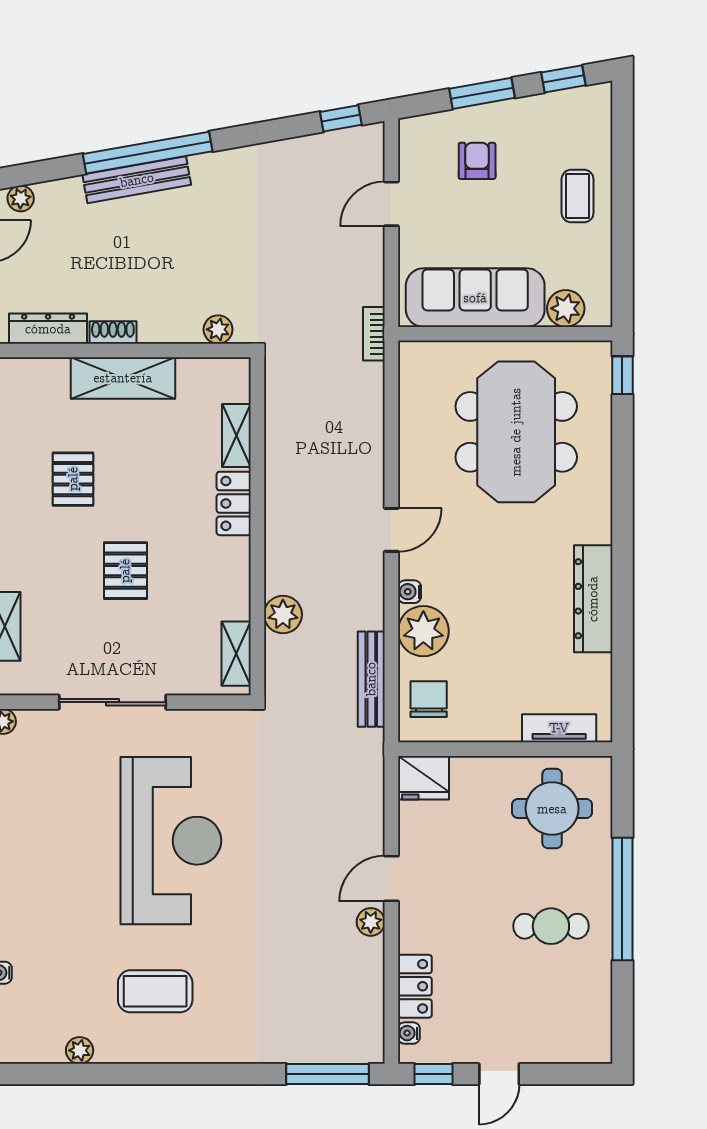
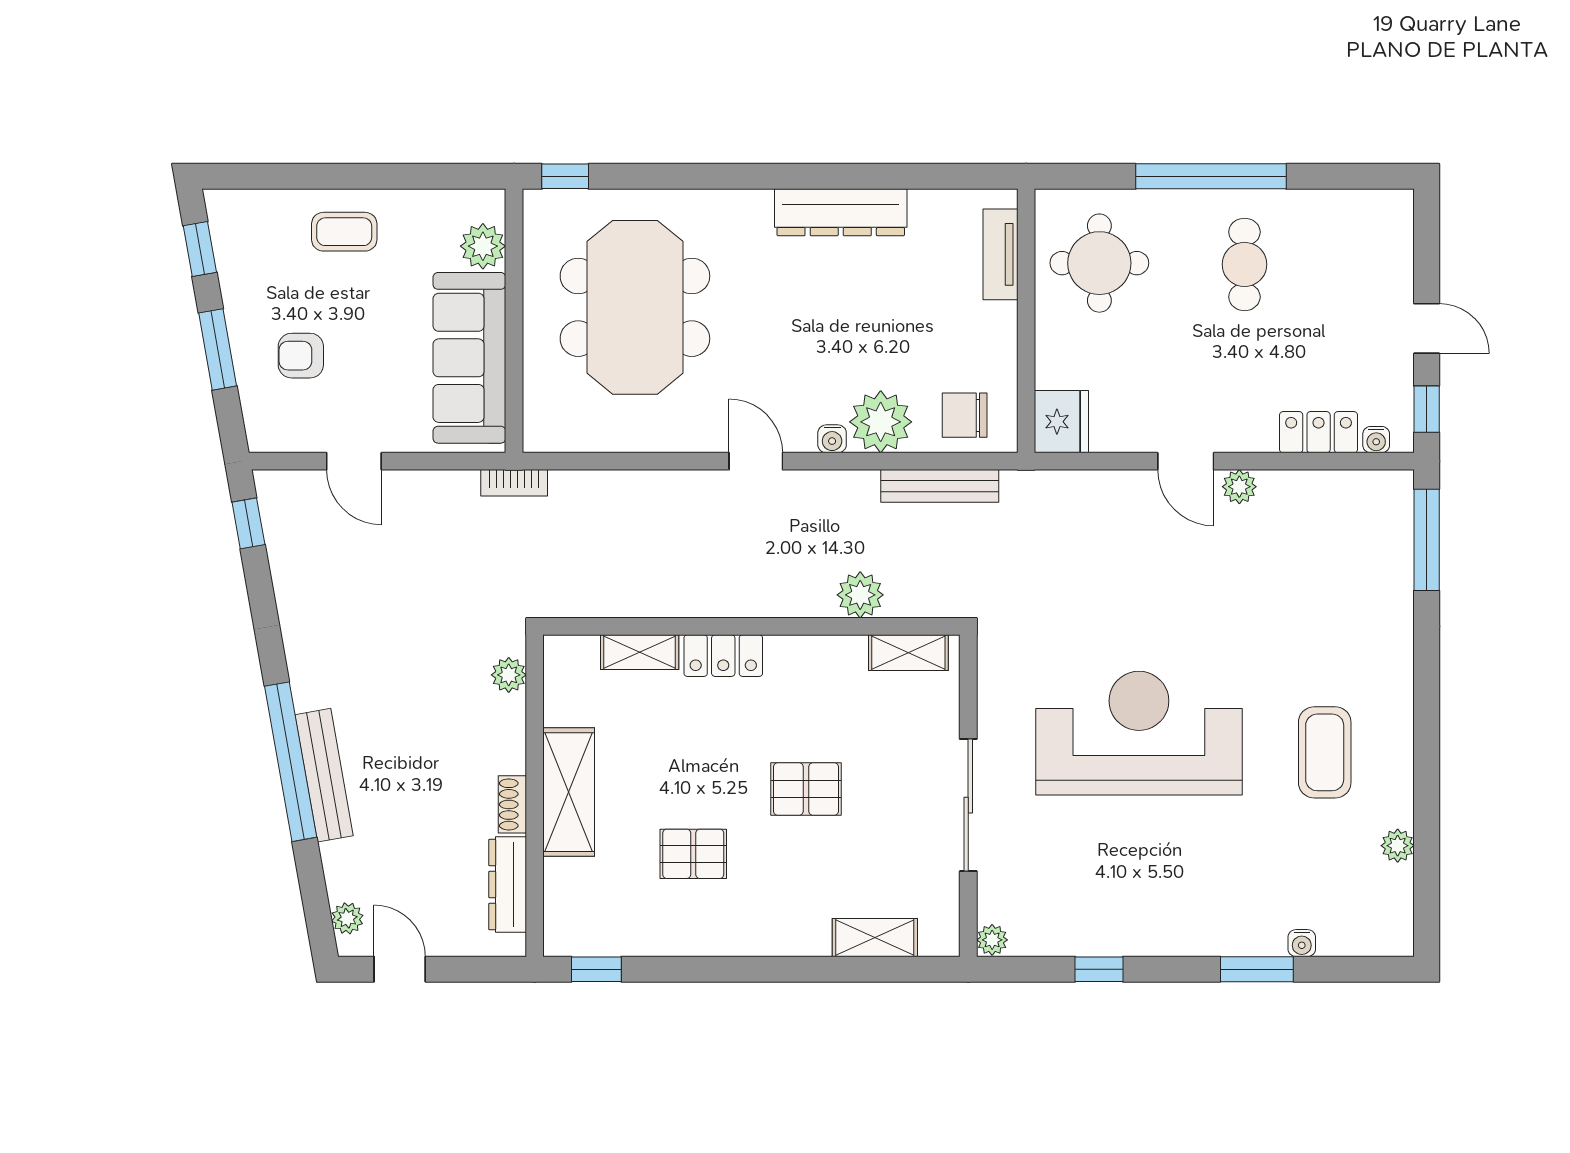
meeting table: (516, 432) -> (635, 307), turned 90

